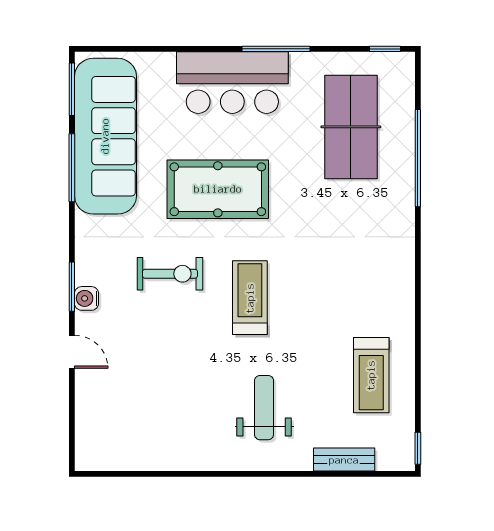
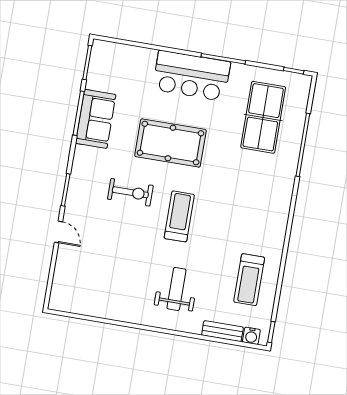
sofa: (105, 136) -> (96, 119), width x0.54, depth x0.79
water cooler: (87, 298) -> (251, 336), moved, turned -90

